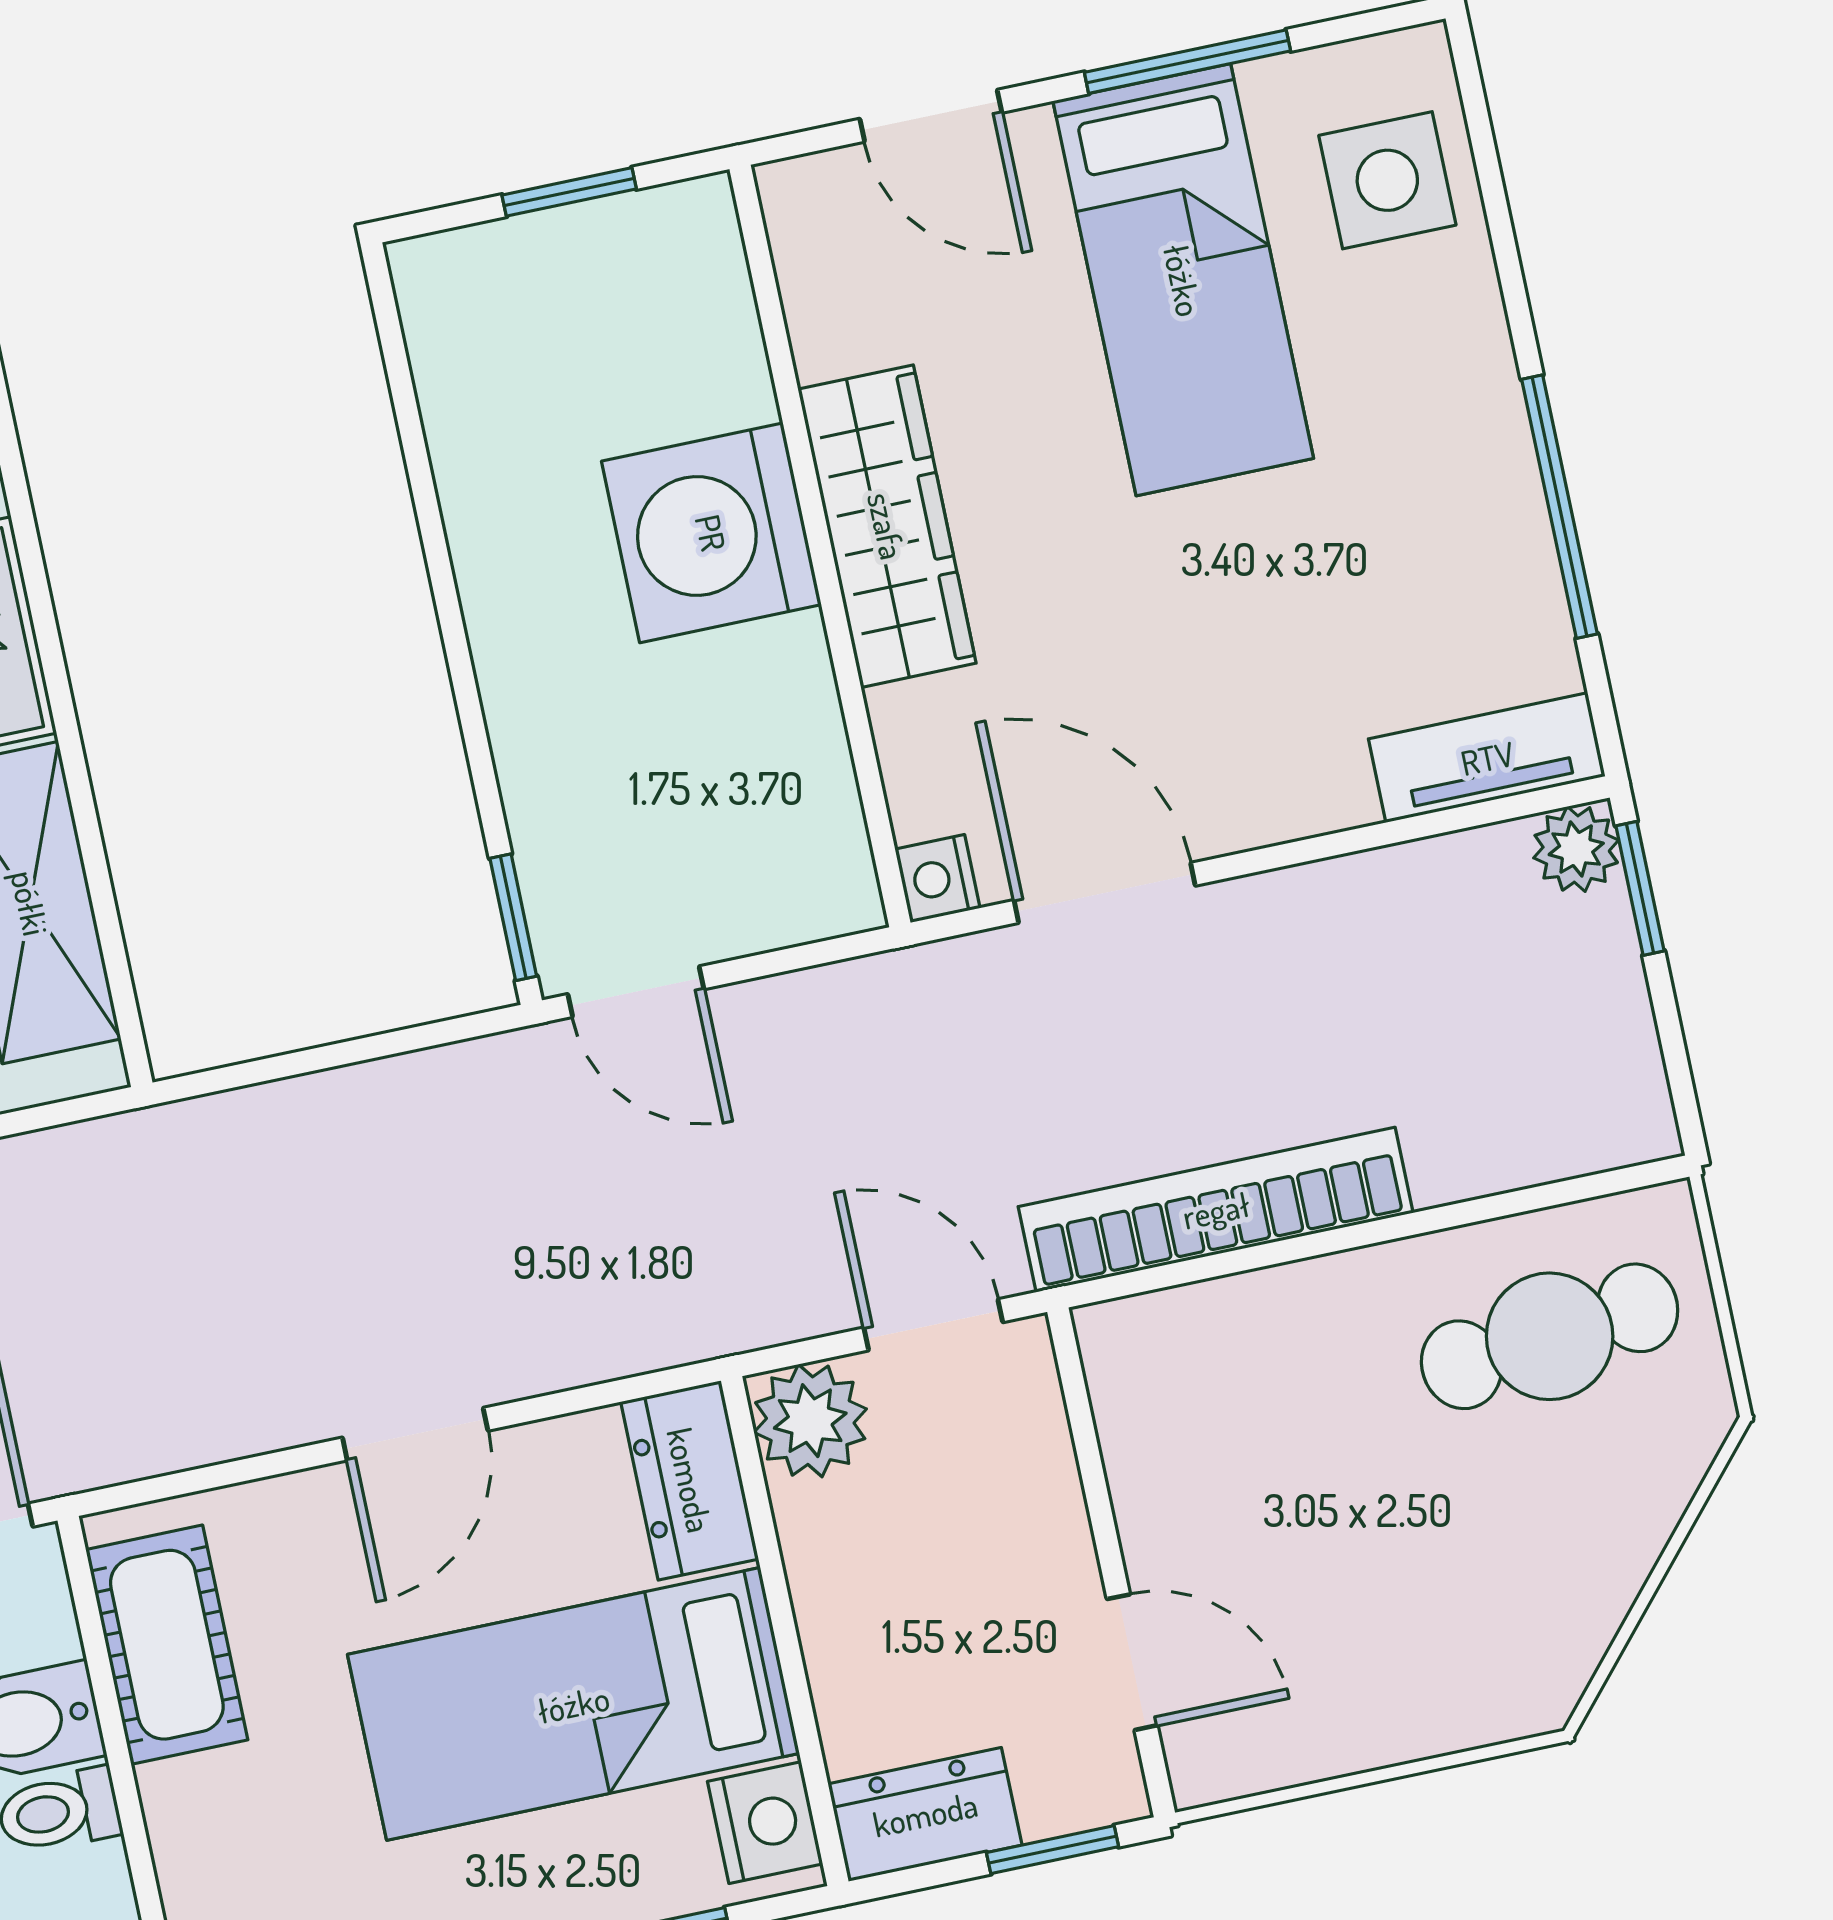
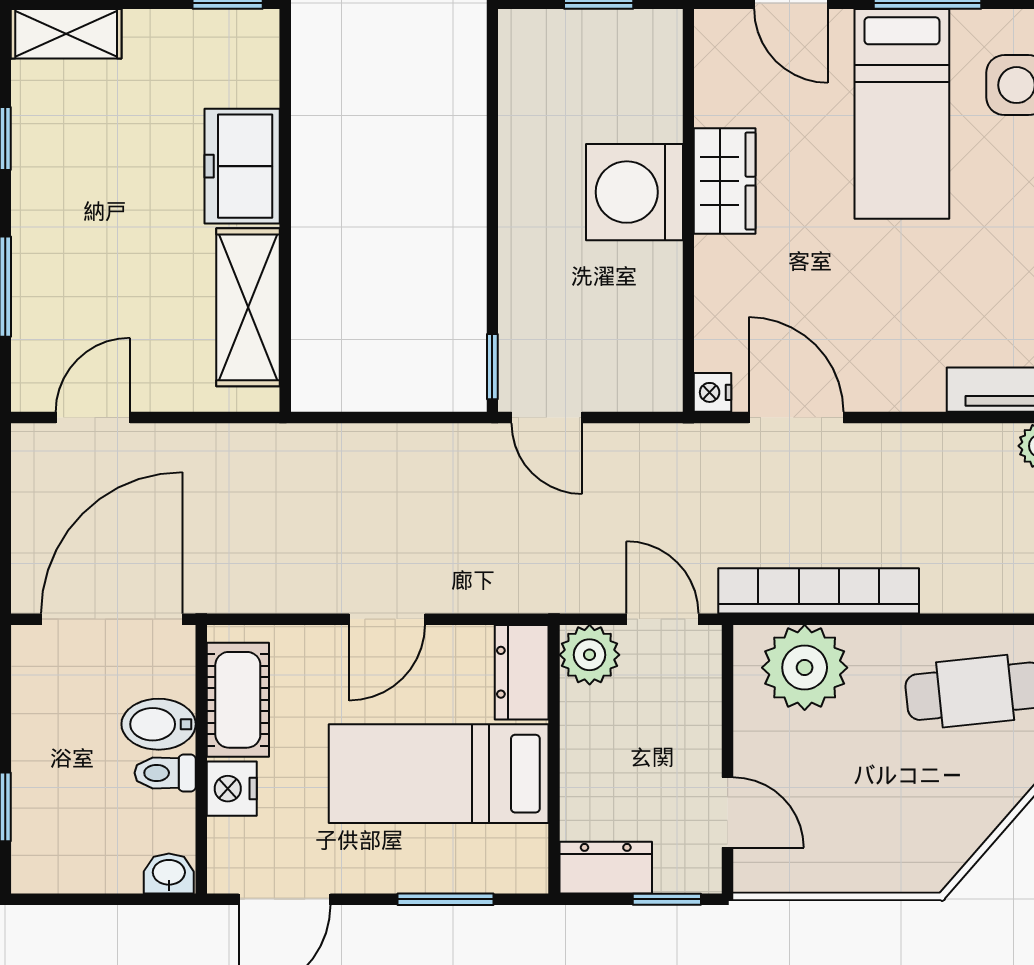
wardrobe: (887, 526) -> (725, 181), width x0.67
plant: (1220, 1359) -> (805, 668), added
nightstand: (765, 1823) -> (232, 789), moved, turned 180

